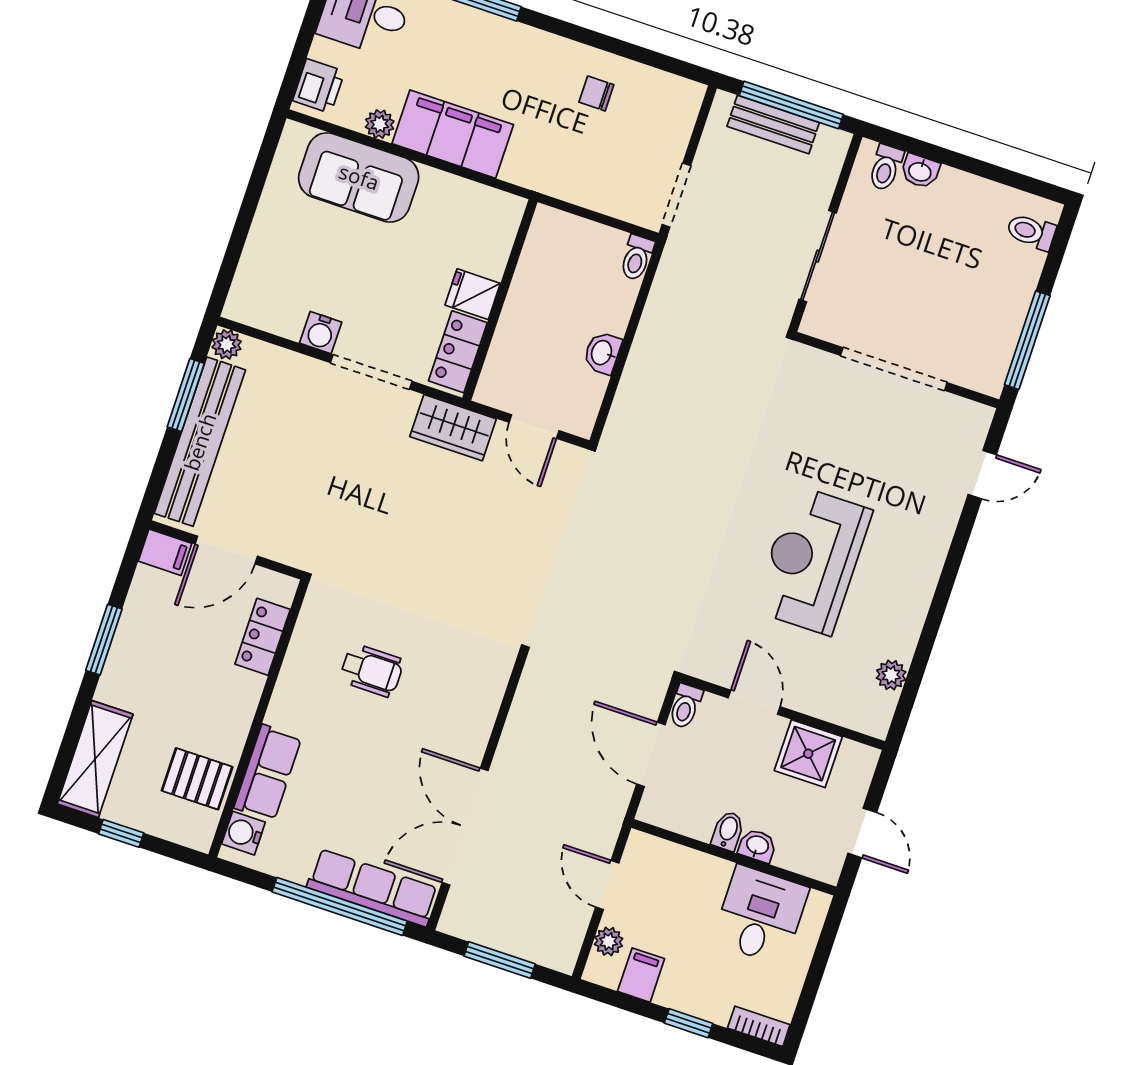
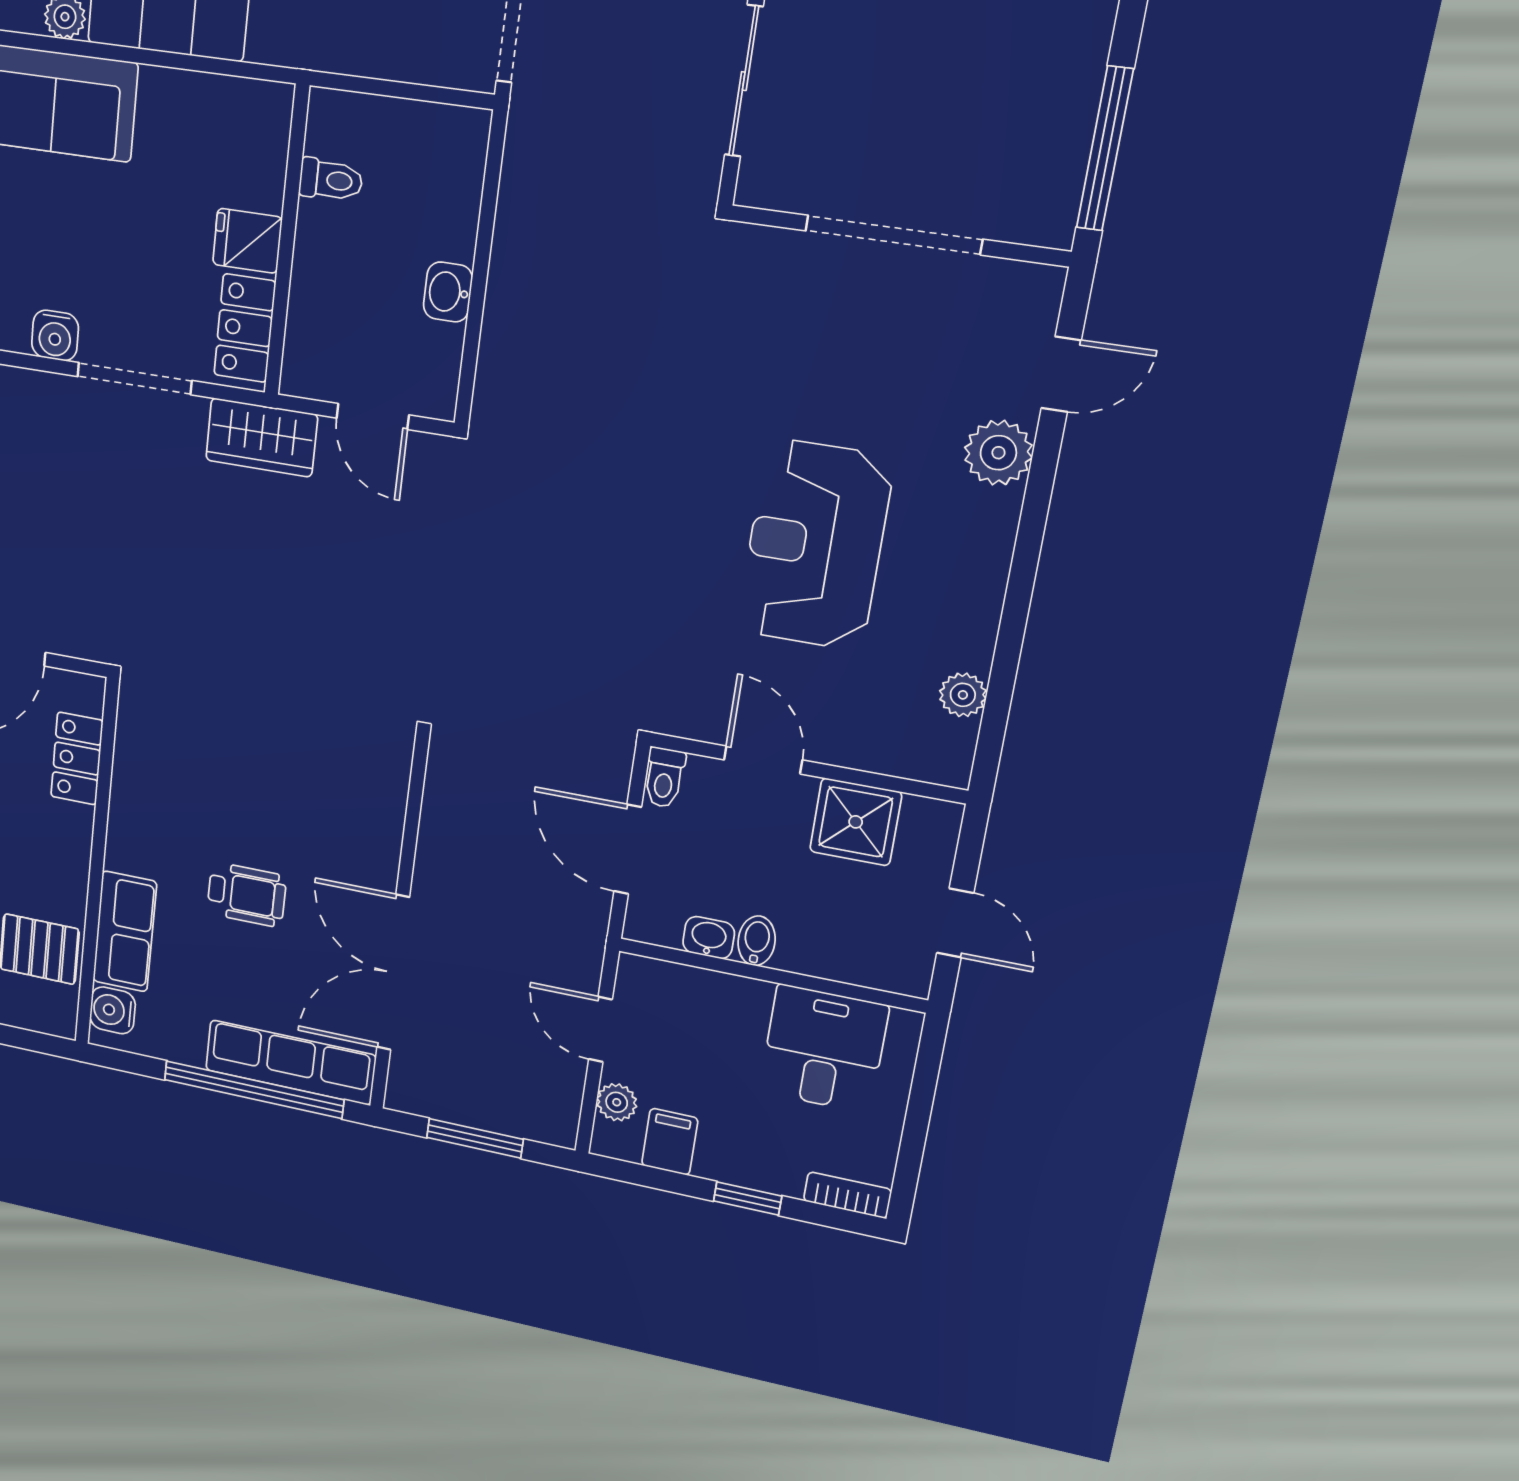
toilet: (637, 258) -> (331, 180), moved, turned -90
plant: (937, 518) -> (998, 453), added
wheelchair: (372, 670) -> (247, 895), moved
washbasin: (757, 846) -> (709, 938), moved

